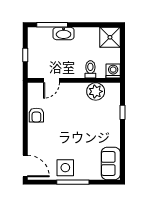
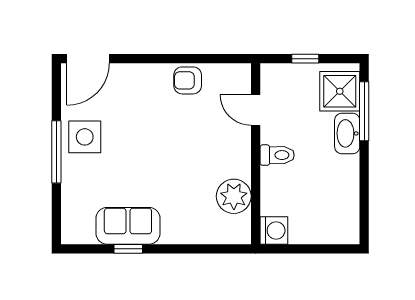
shower: (110, 37) -> (340, 91), moved
toilet: (90, 69) -> (277, 155), moved
window: (122, 112) -> (128, 249), moved
sofa: (111, 164) -> (128, 226), moved

